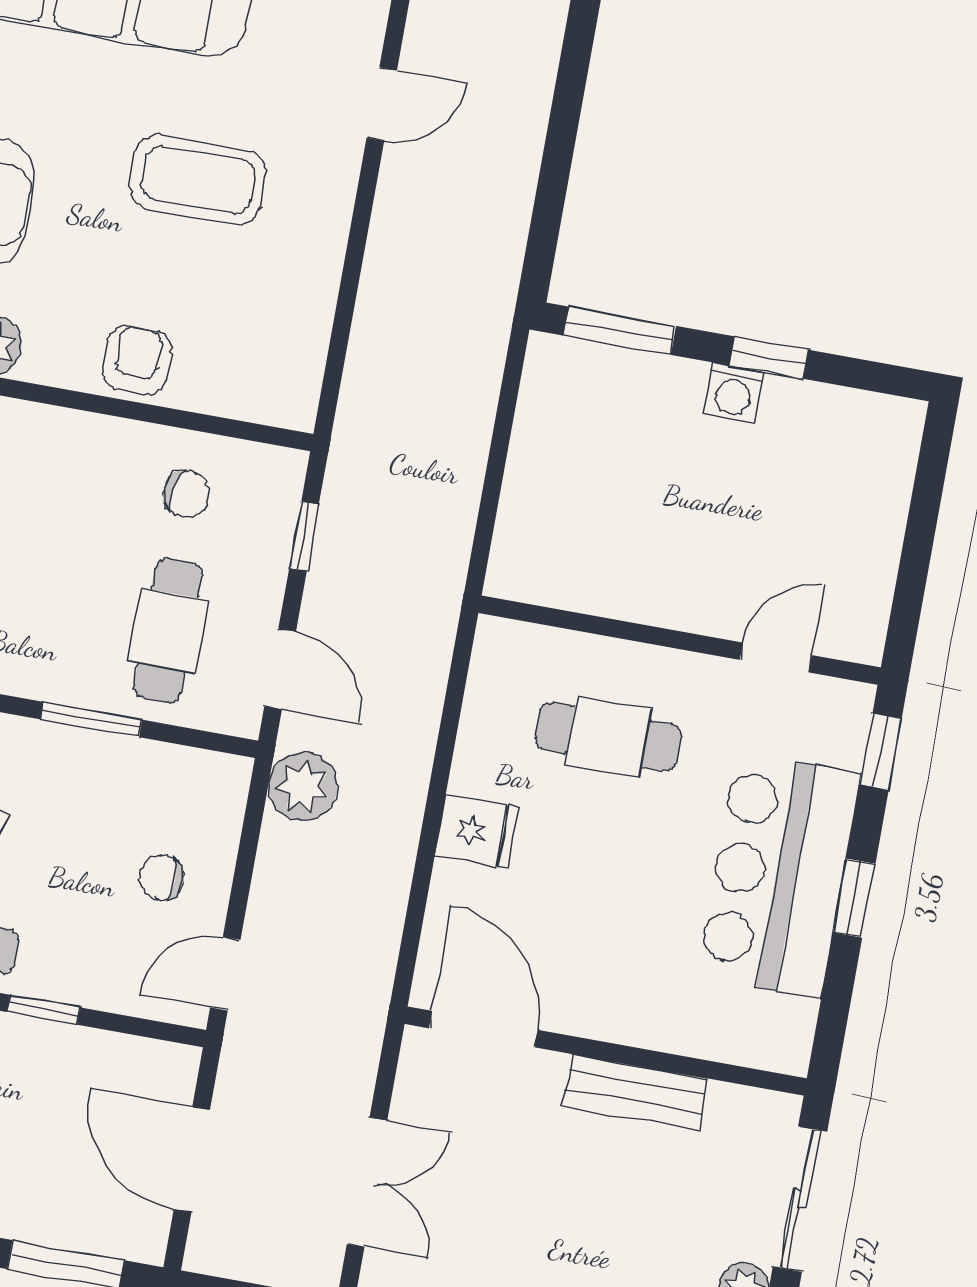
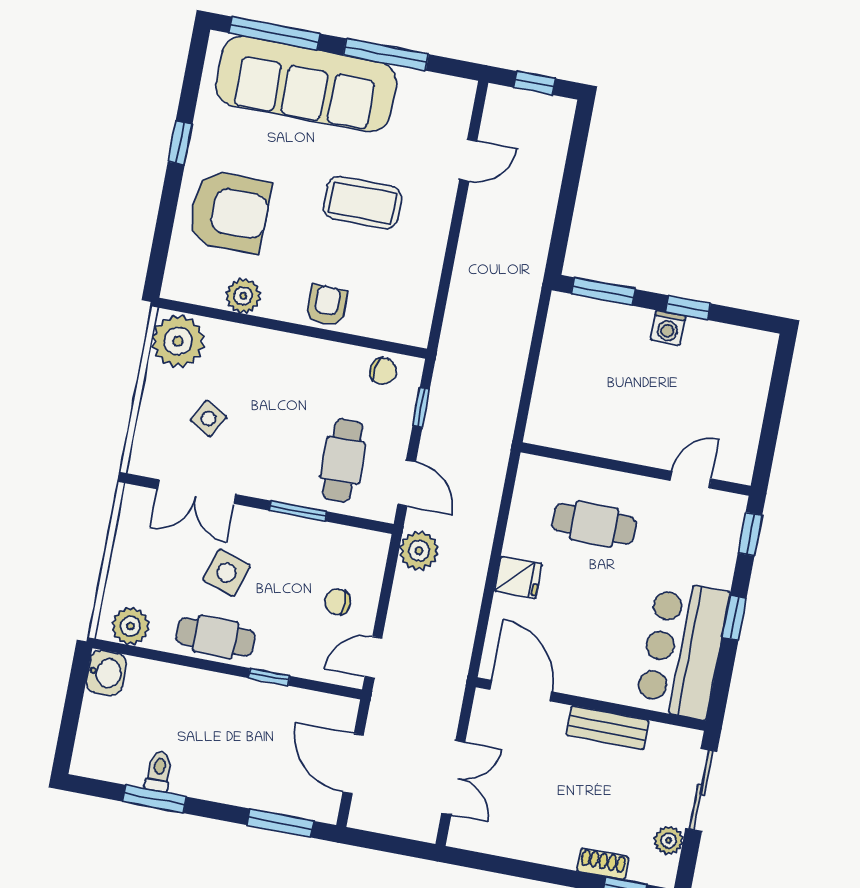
chair: (186, 494) -> (383, 371), moved
bar counter: (779, 875) -> (682, 650), moved

